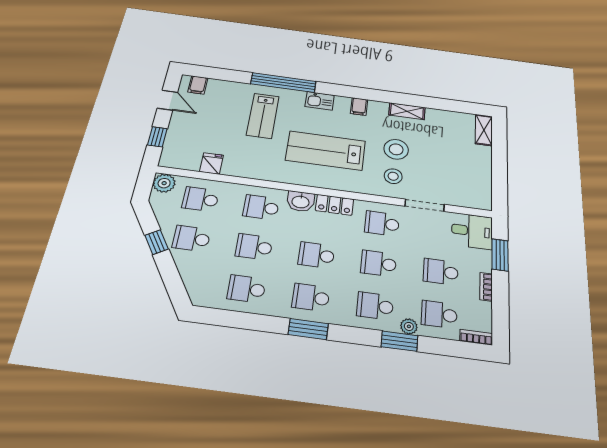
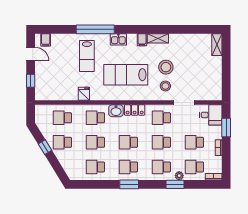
shelving: (407, 111) -> (158, 38), moved
fridge: (211, 163) -> (84, 94), moved
plant: (164, 183) -> (41, 111), removed

